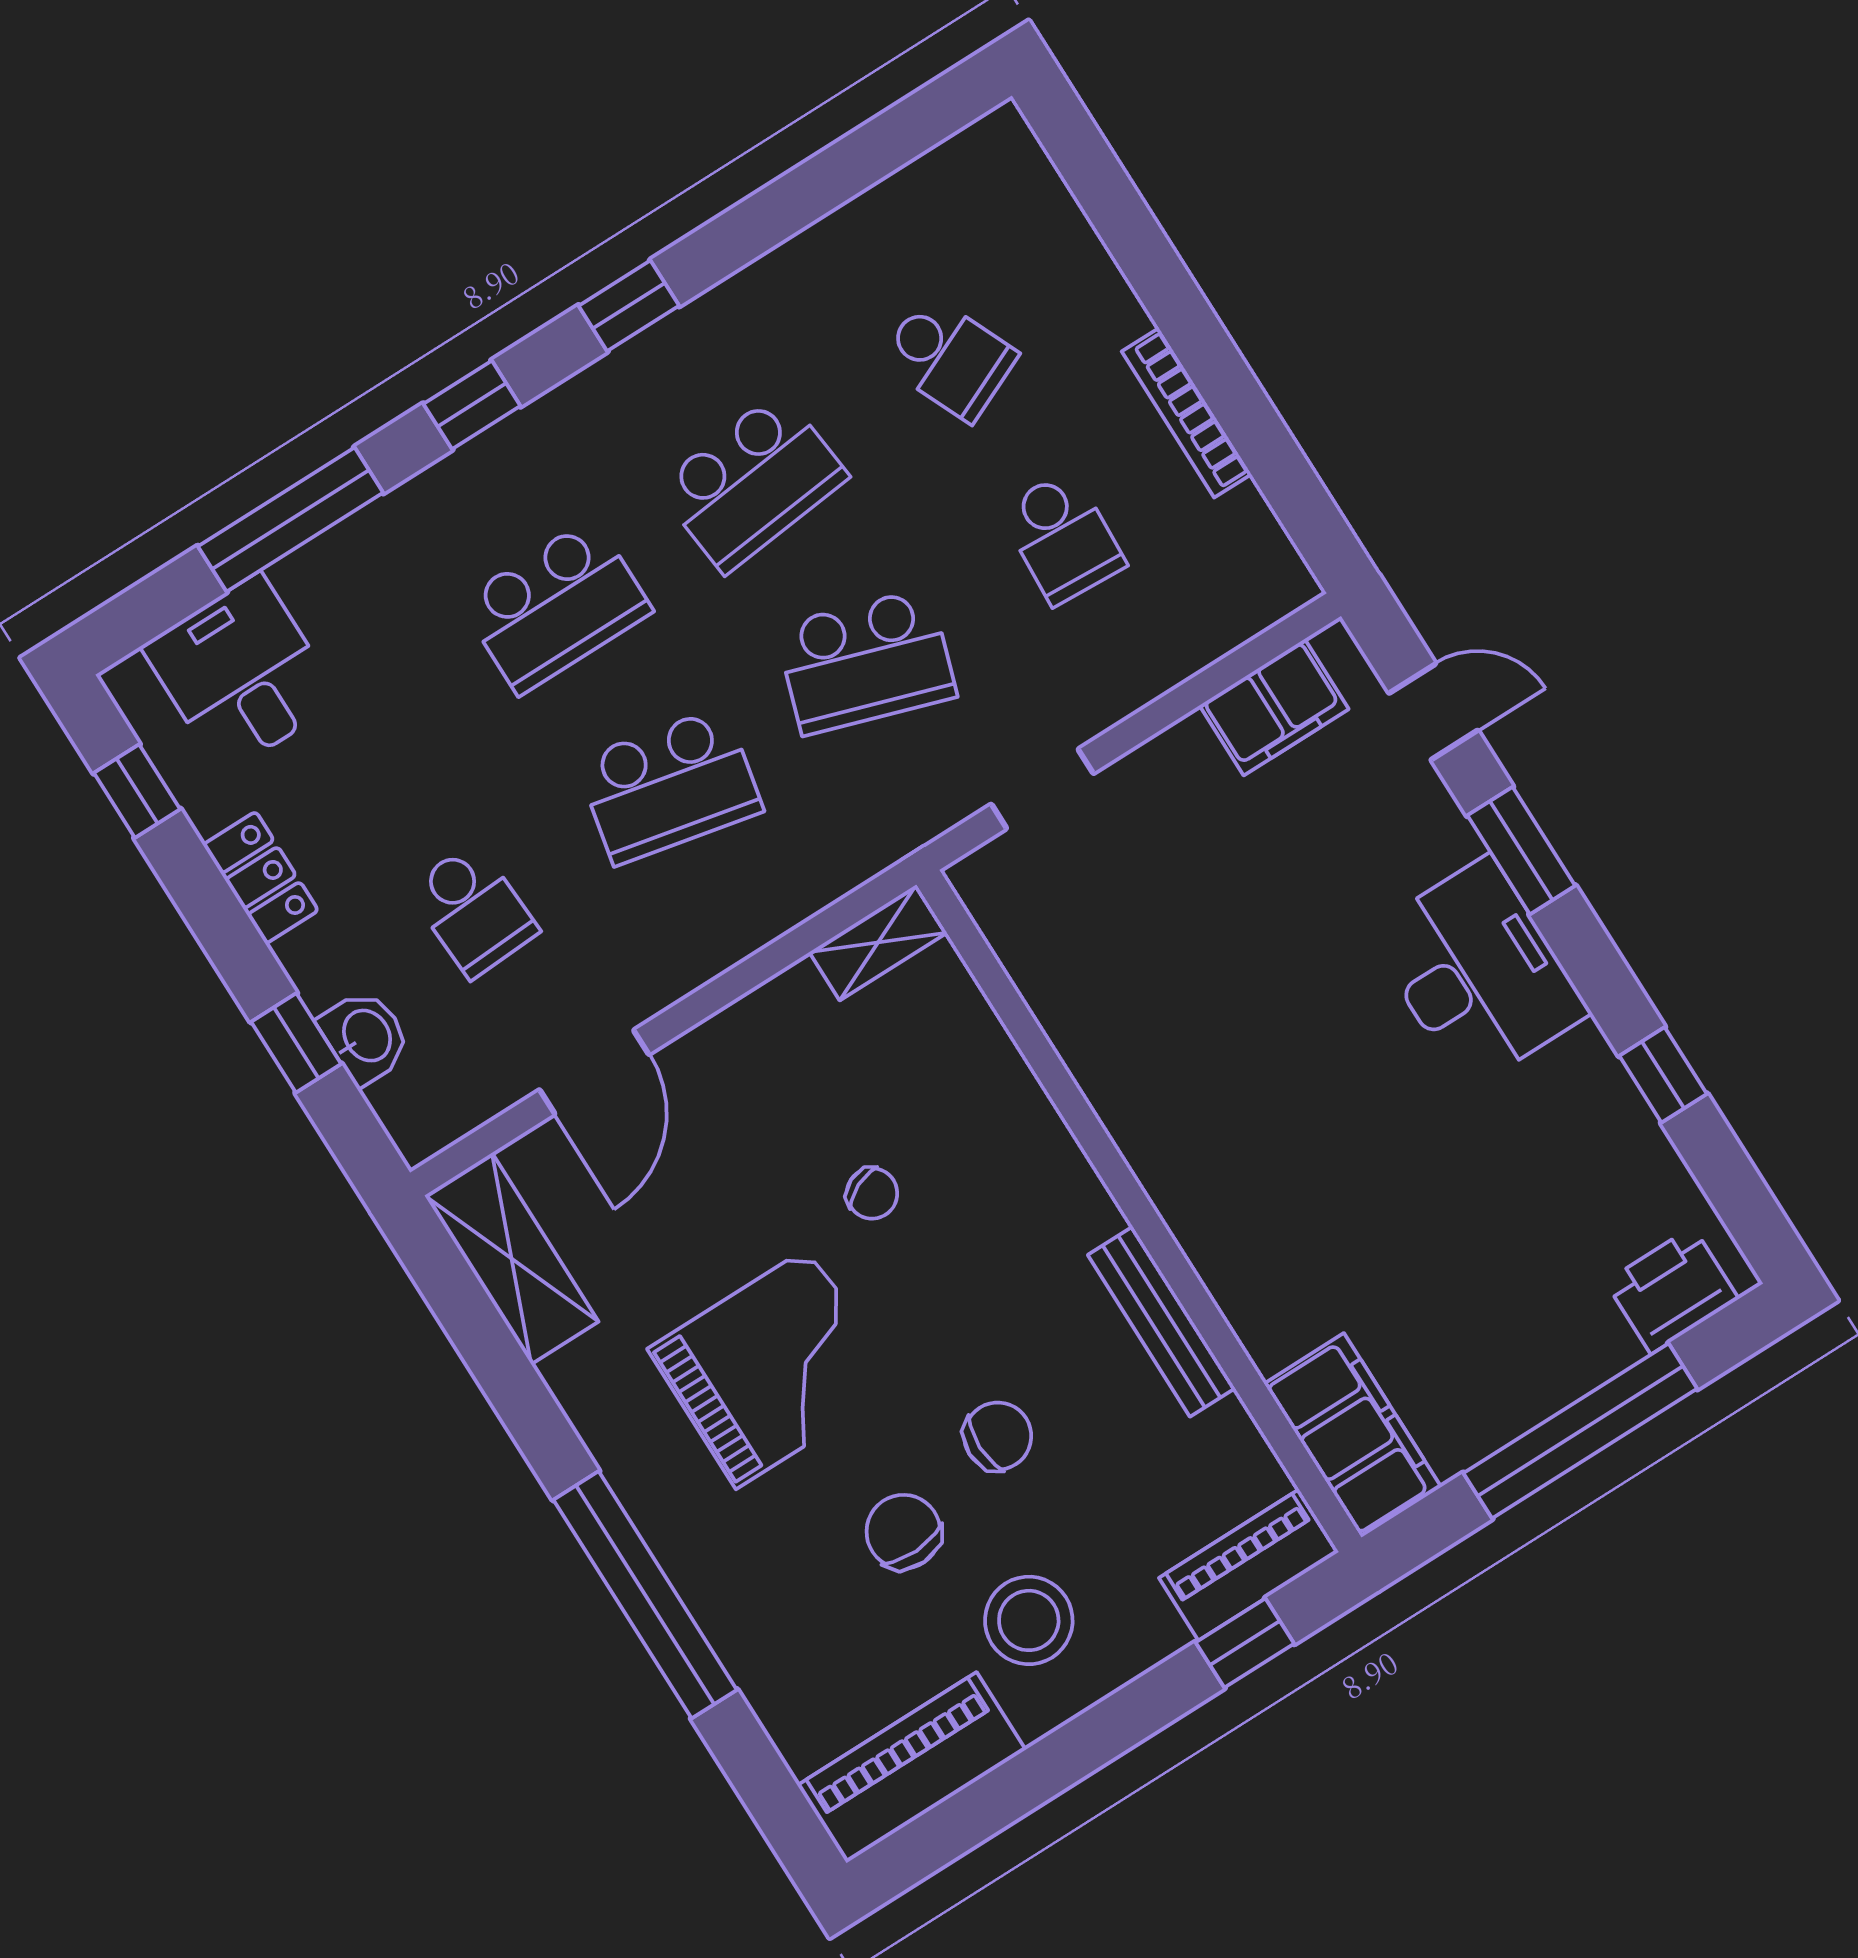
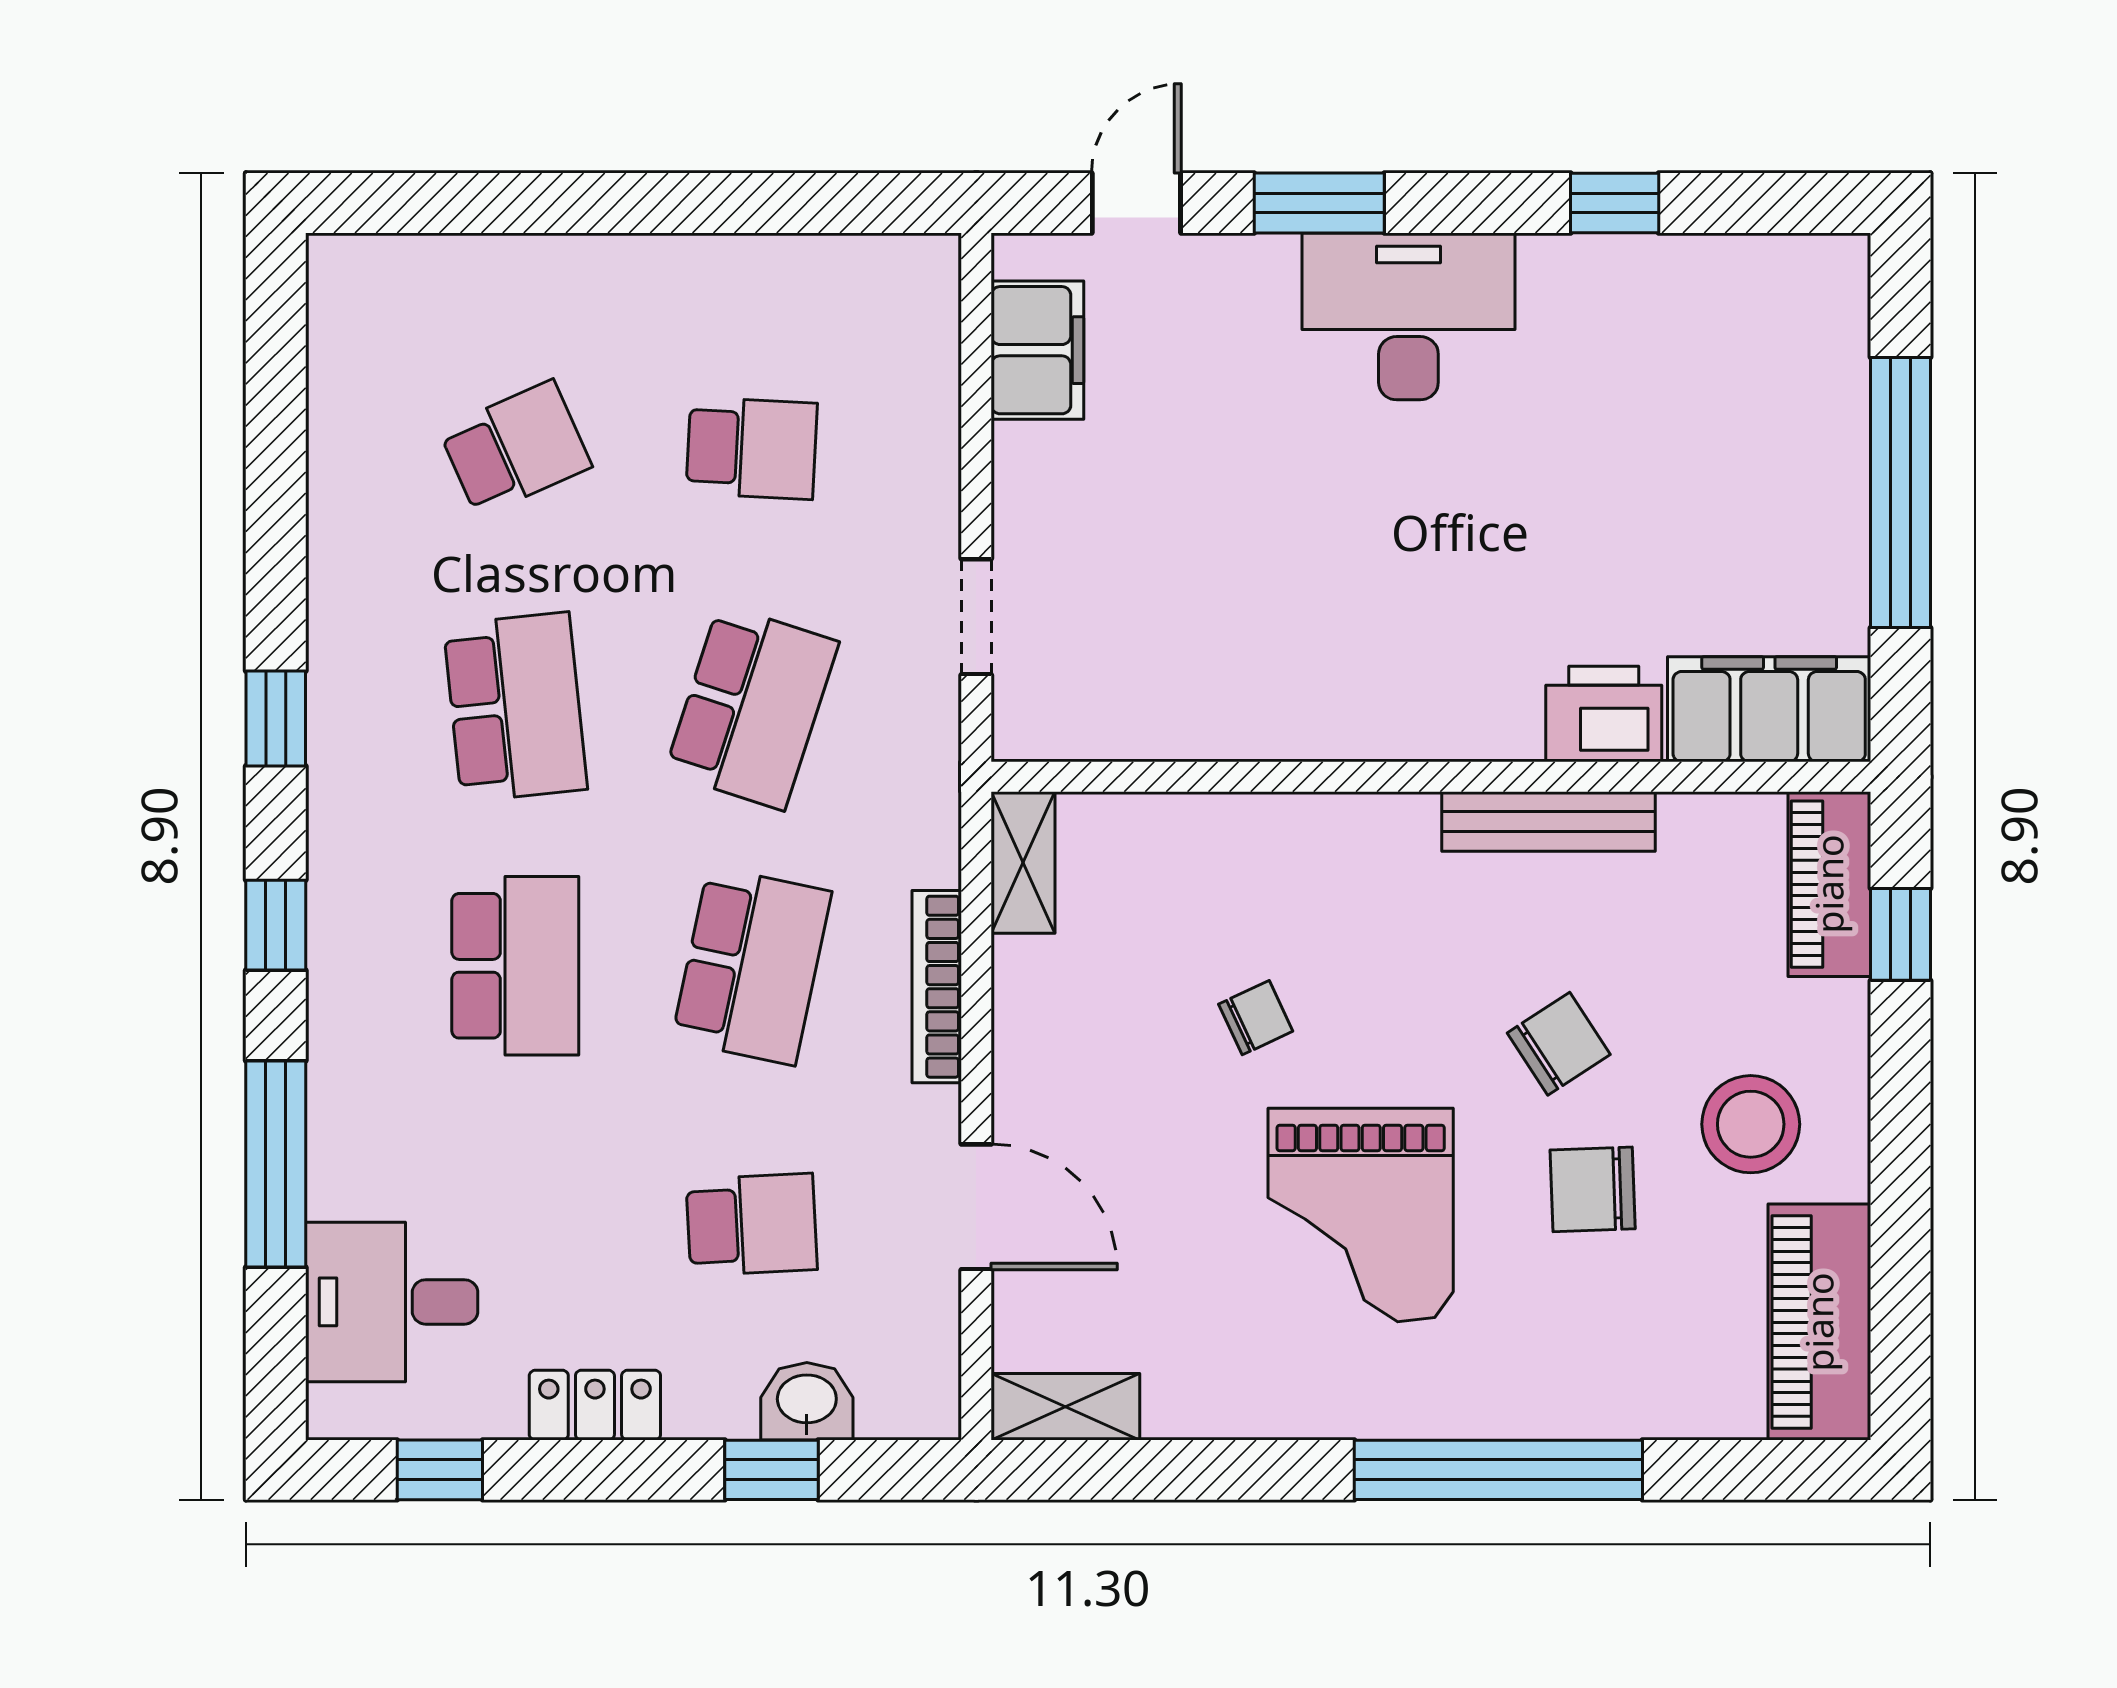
bookcase: (1187, 413) -> (937, 987), moved, turned 90
shelving: (512, 1259) -> (1065, 1407), width x0.67, depth x0.75
printer: (1672, 1290) -> (1604, 714), moved, turned 90
grand piano: (773, 1368) -> (1361, 1215), turned 180
chair: (998, 1436) -> (1559, 1044), turned 57

